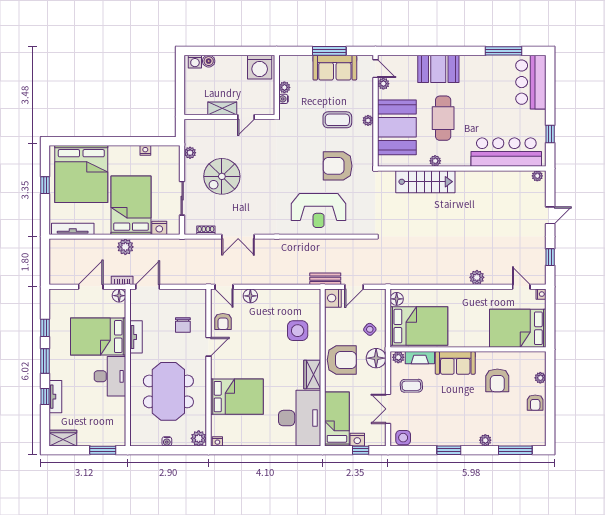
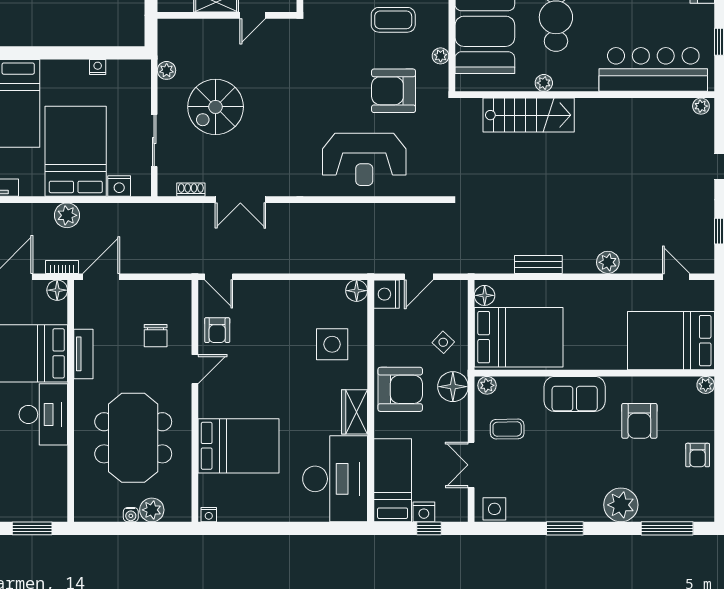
plant: (368, 120) -> (441, 56), moved
bench: (325, 279) -> (538, 264), moved
nightstand: (541, 294) -> (707, 288), removed
floor lamp: (250, 296) -> (357, 291), moved
fireplace: (420, 358) -> (520, 386), removed
plant: (540, 378) -> (706, 385), moved
plant: (199, 438) -> (152, 510), moved
plant: (485, 440) -> (621, 505), width x1.87, depth x1.87

